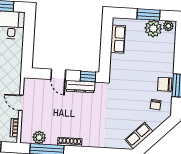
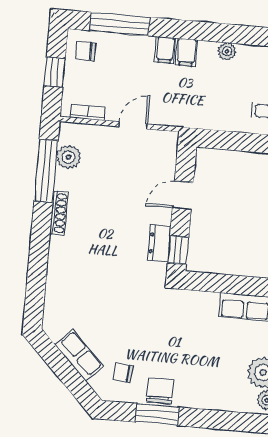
dresser: (80, 87) -> (159, 243), width x0.70
row of seats: (139, 136) -> (79, 355), moved

